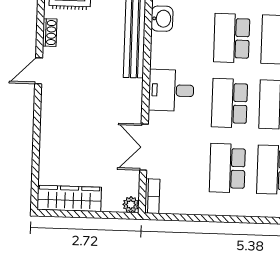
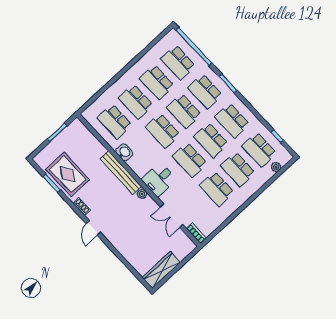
plant: (131, 205) -> (142, 194), moved

